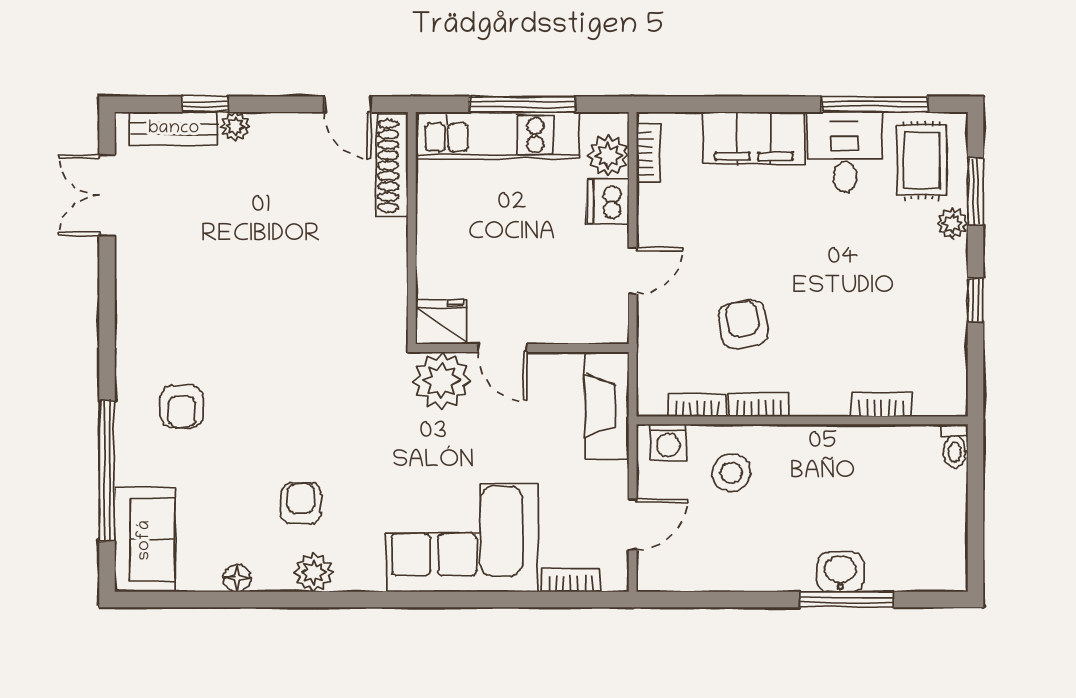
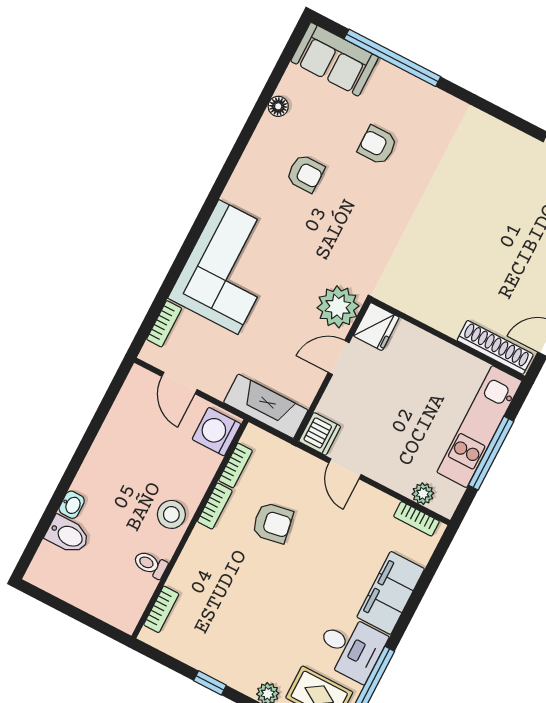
plant: (608, 156) -> (423, 494), width x0.73, depth x0.73
dishwasher: (608, 202) -> (320, 434), moved, turned 90
bookcase: (881, 405) -> (161, 609), moved
armchair: (182, 407) -> (377, 145), moved
washing machine: (668, 442) -> (216, 432), width x1.38, depth x1.38
toilet: (955, 446) -> (150, 564), moved
stool: (731, 473) -> (171, 514), moved
bidet: (886, 564) -> (68, 535), added
plant: (314, 572) -> (256, 158), removed
washbasin: (841, 572) -> (72, 505), width x0.72, depth x0.69
window: (846, 599) -> (58, 497), removed

